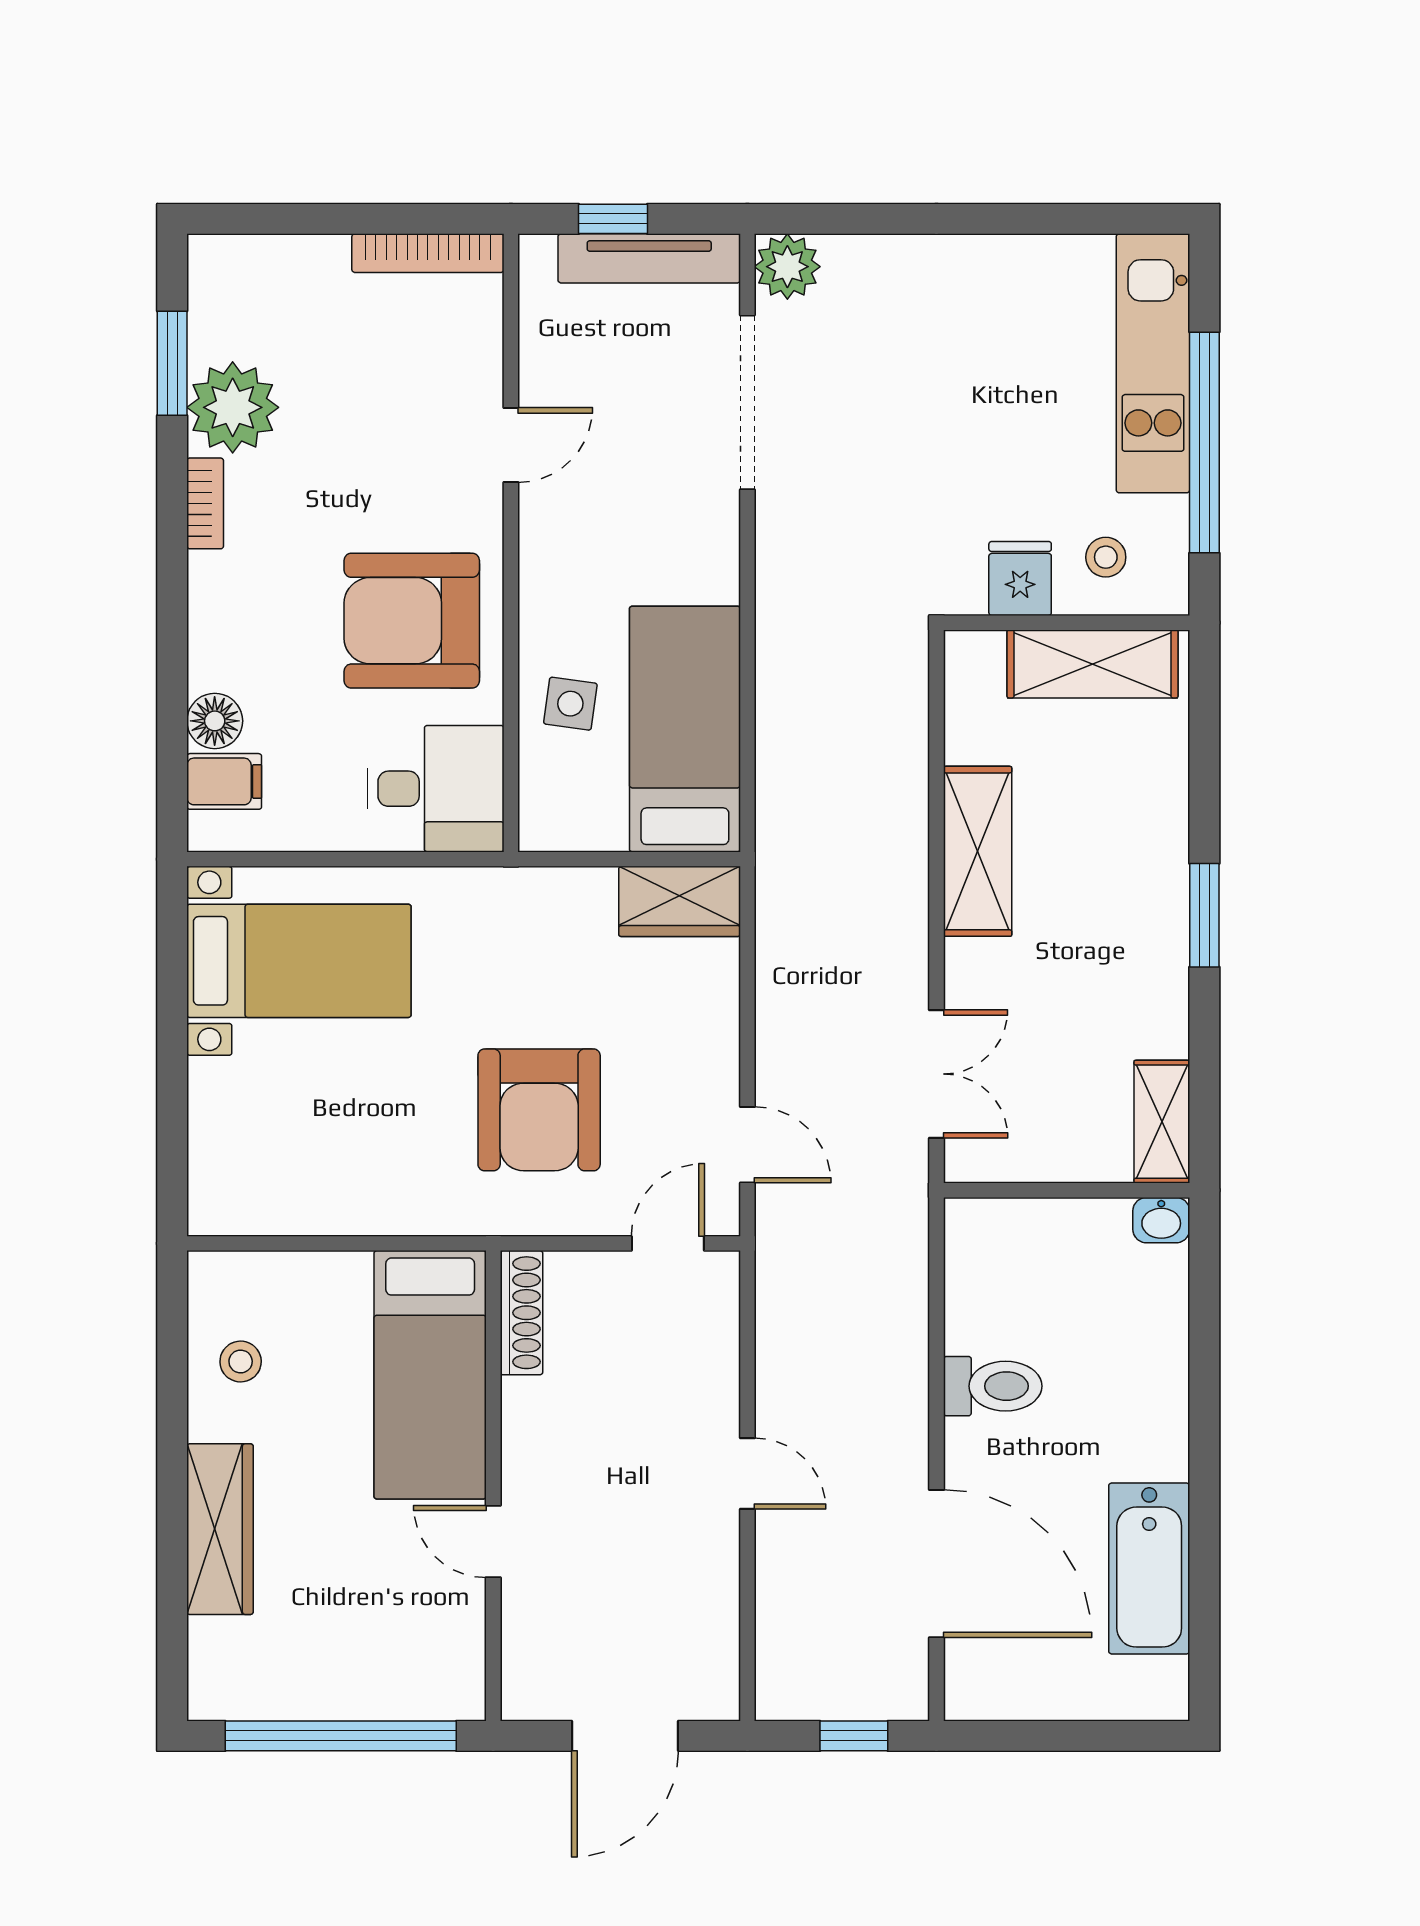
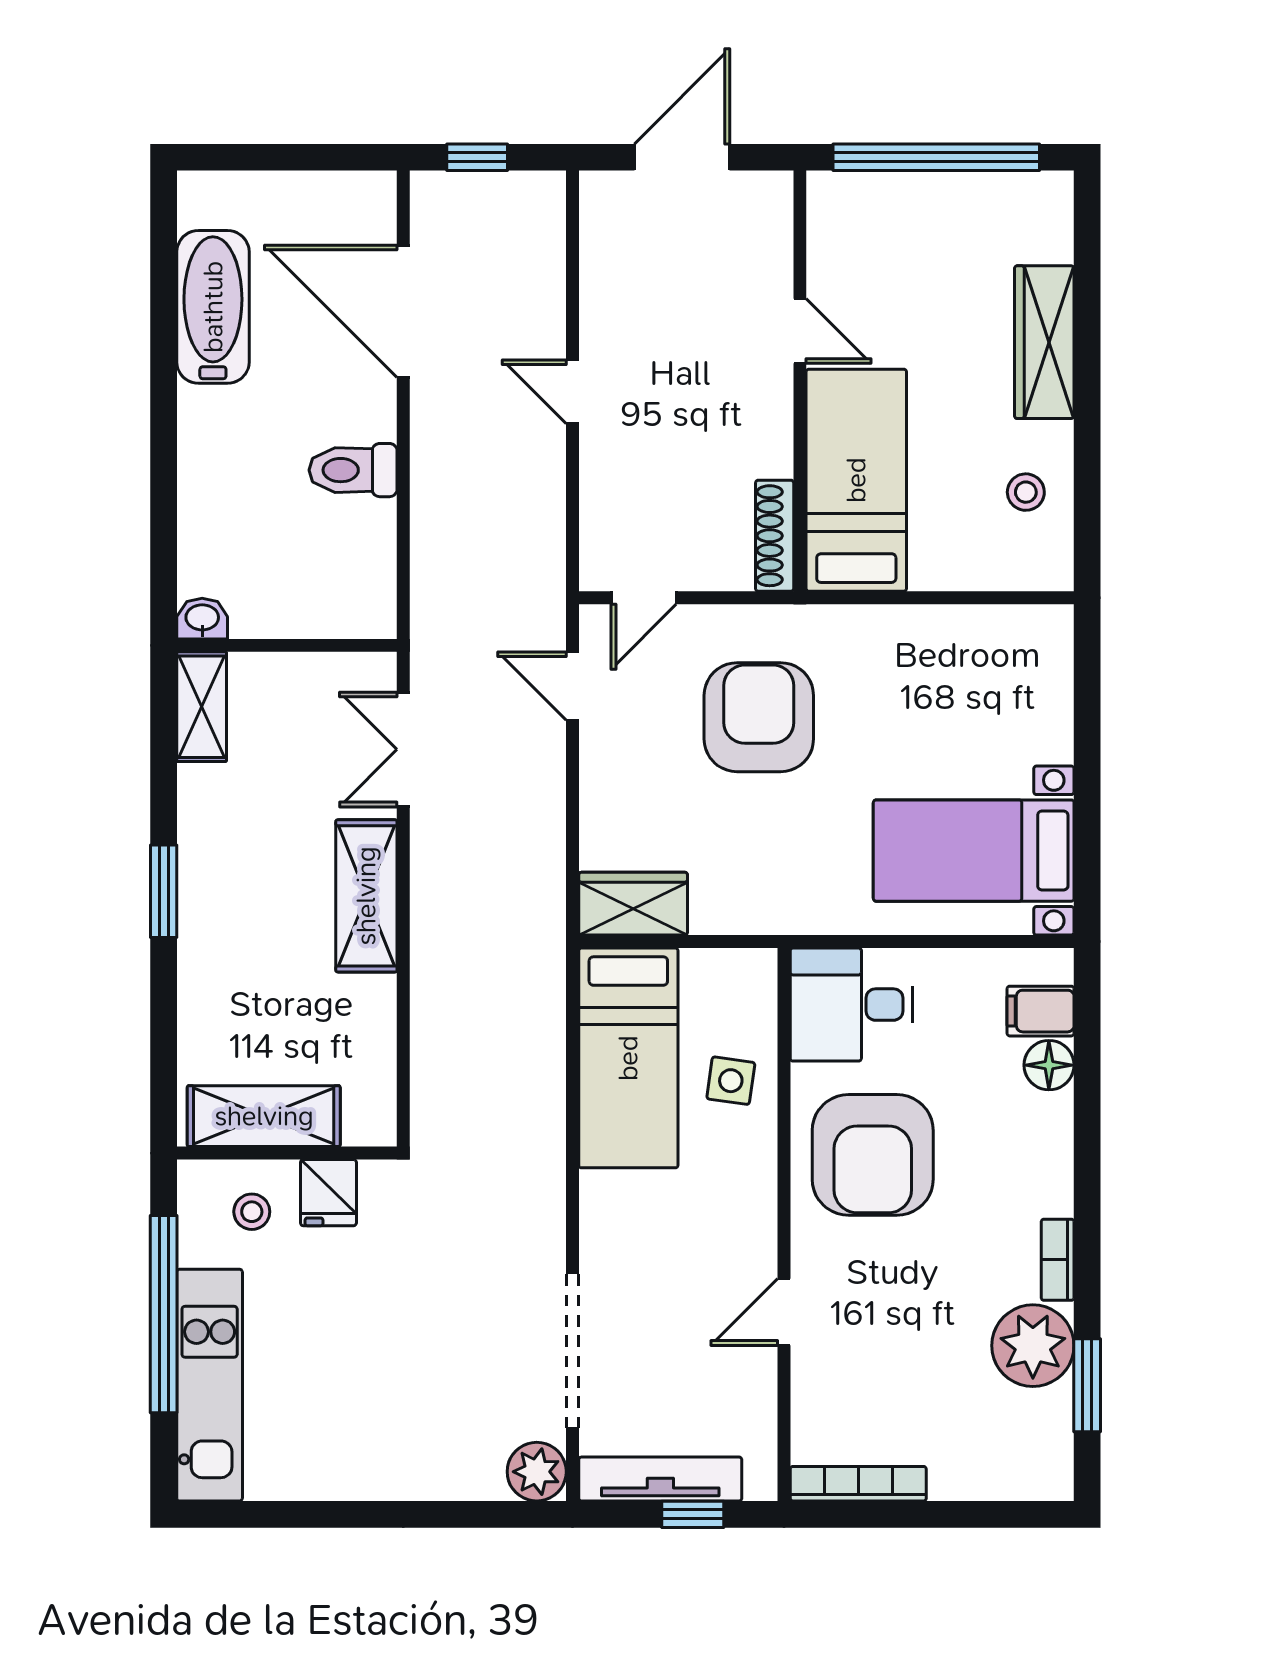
armchair: (412, 621) -> (873, 1155), turned 90
shelving: (978, 851) -> (366, 896), moved

